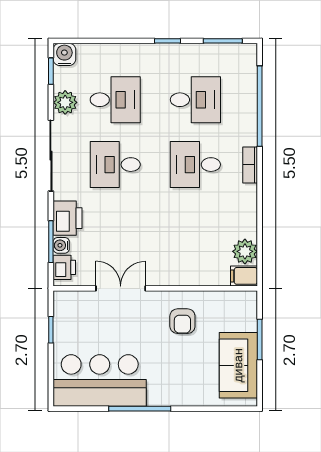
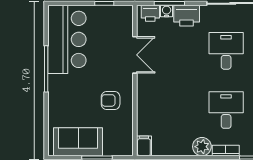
plant: (245, 251) -> (202, 147), moved

